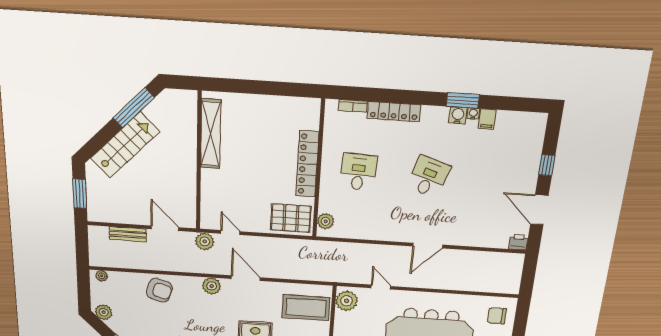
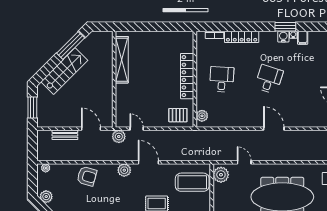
pallet: (291, 218) -> (178, 115), width x0.67, depth x0.71
door: (428, 246) -> (274, 129), swing flipped

